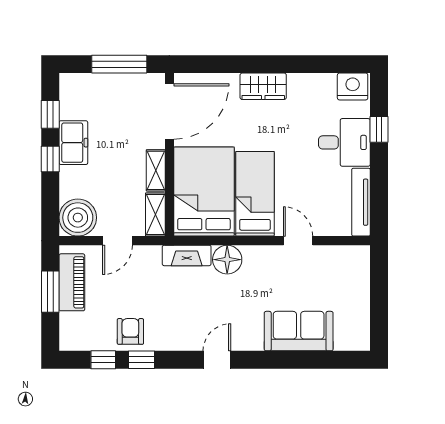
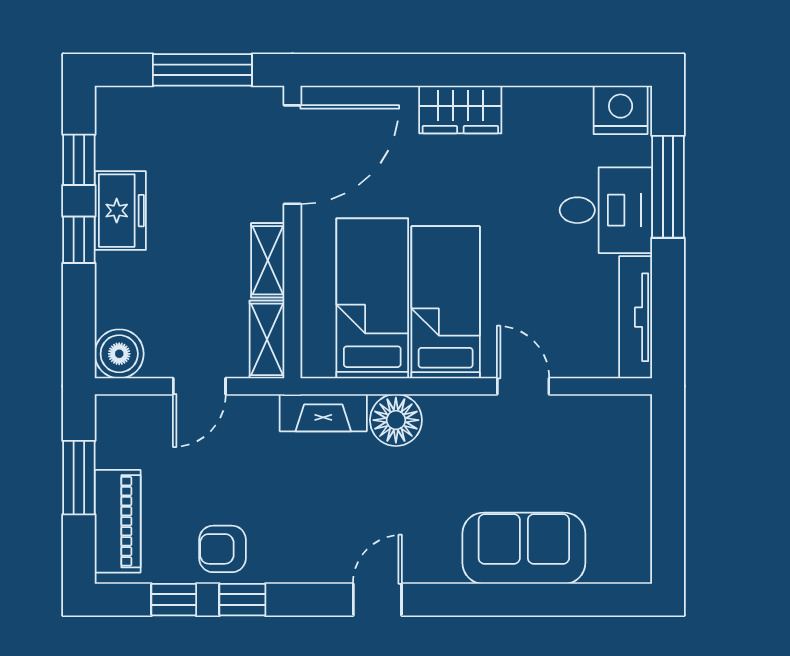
window: (379, 129) -> (668, 187), width x2.17
bed: (204, 192) -> (372, 298), width x0.67
boiler: (78, 218) -> (119, 354), width x0.73, depth x0.73
piano: (72, 282) -> (118, 521), moved
armchair: (130, 331) -> (222, 549), turned -90

